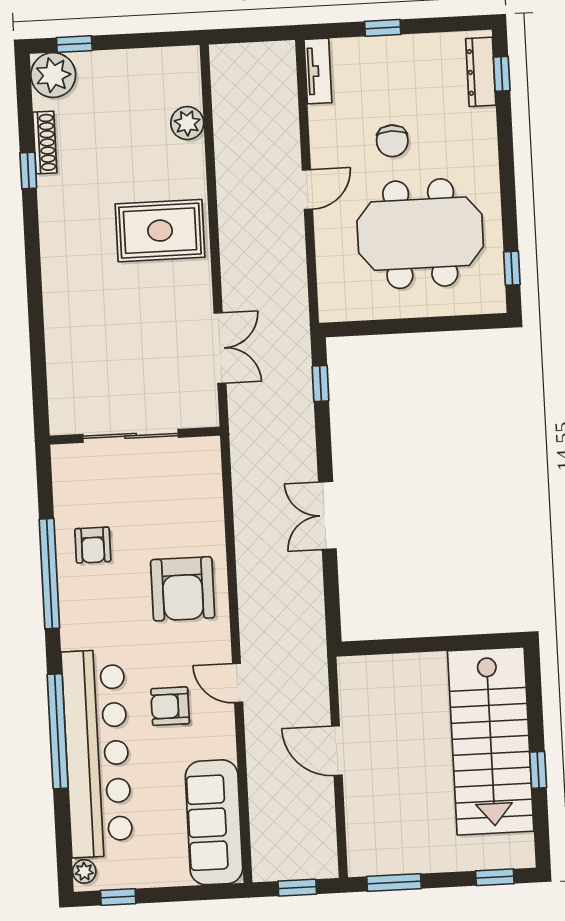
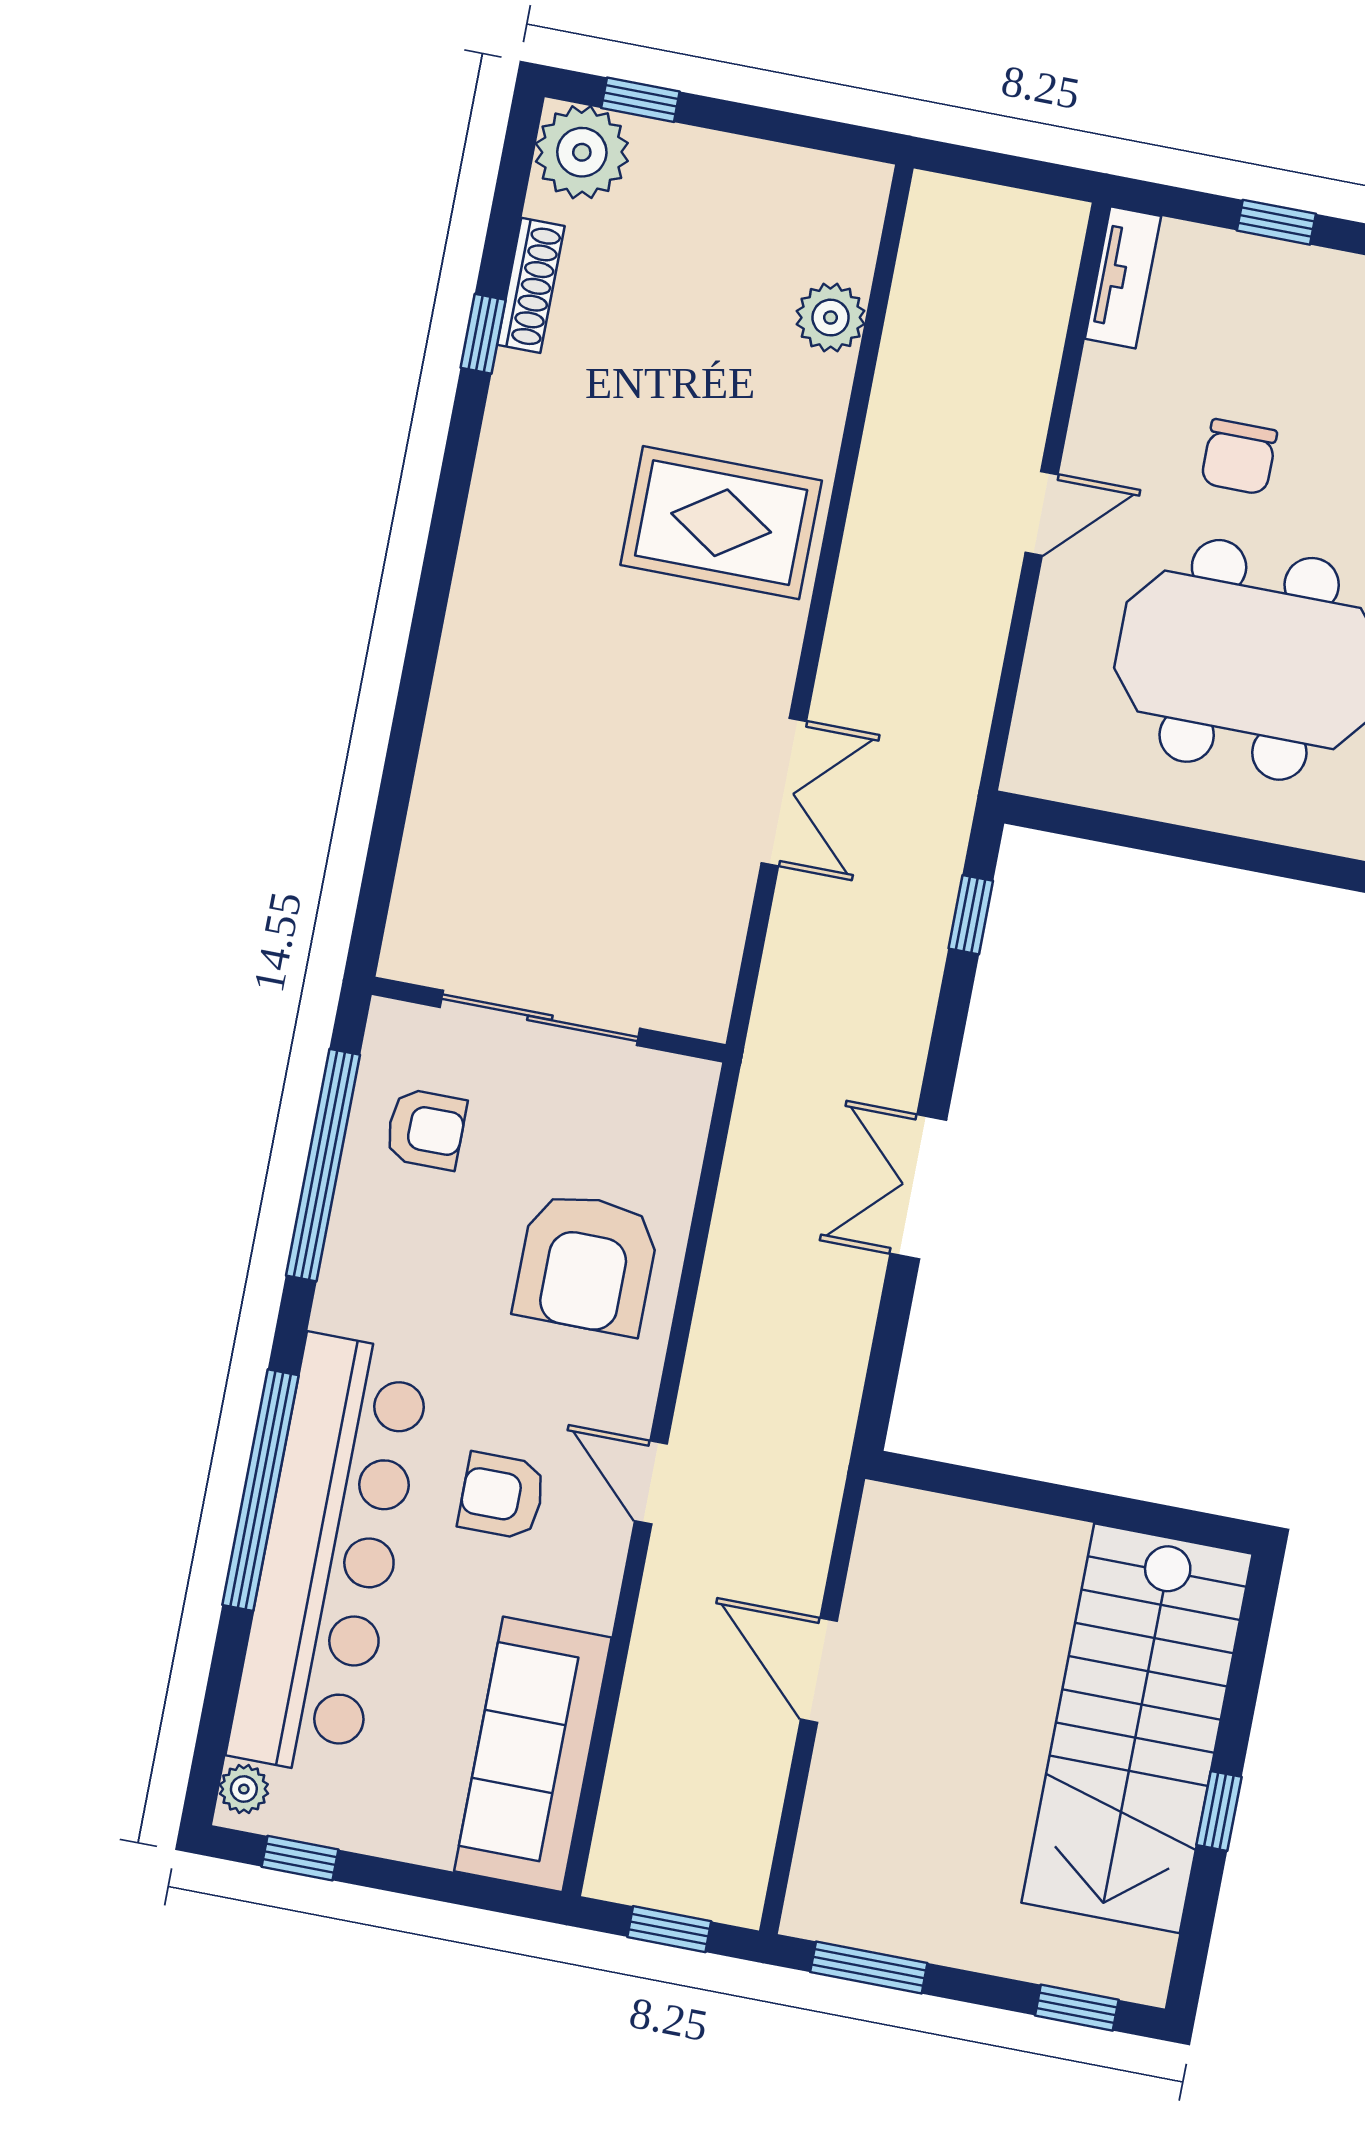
sliding door: (131, 436) -> (540, 1018), moved
wall: (135, 436) -> (549, 1020), moved
armchair: (93, 545) -> (426, 1129), turned -90

